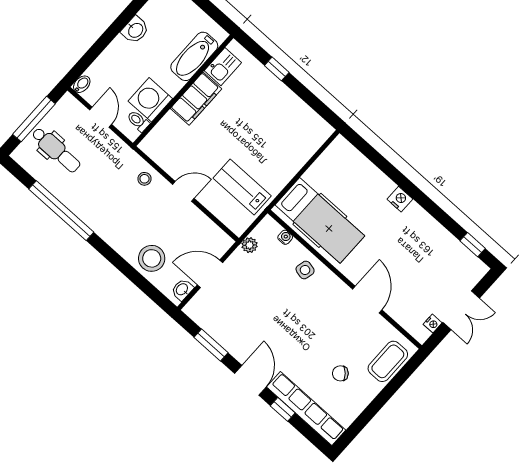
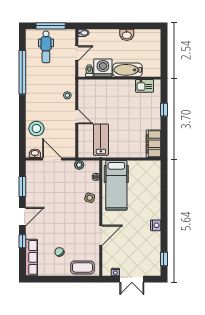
bathtub: (194, 56) -> (127, 70), moved
filing cabinet: (196, 99) -> (153, 144), moved, turned 90
nightstand: (400, 199) -> (156, 225), moved
row of seats: (306, 409) -> (32, 257), width x0.73

